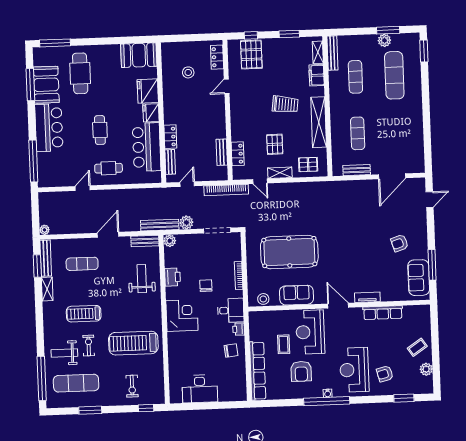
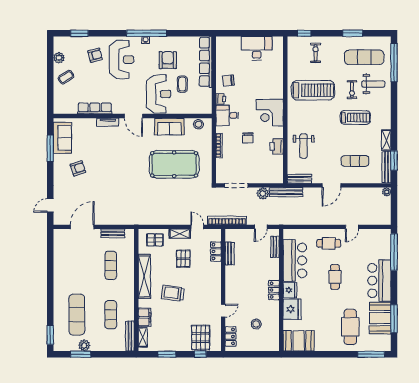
locker: (170, 137) -> (274, 290), moved
plant: (170, 241) -> (278, 178), removed

